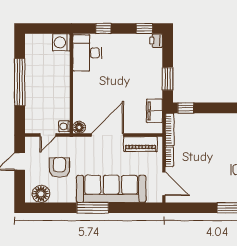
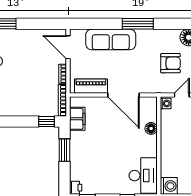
floor lamp: (79, 127) -> (151, 128), moved
door: (107, 135) -> (123, 95), hinge flipped
armchair: (59, 167) -> (170, 63), turned -90
sofa: (111, 189) -> (111, 39), width x0.74, depth x0.79

